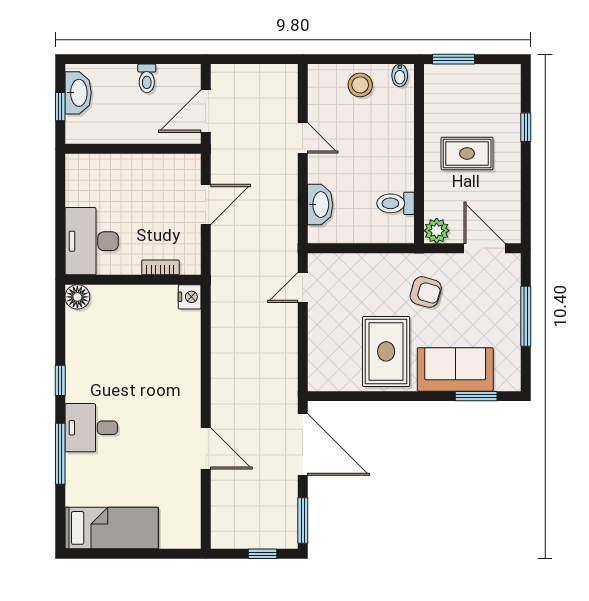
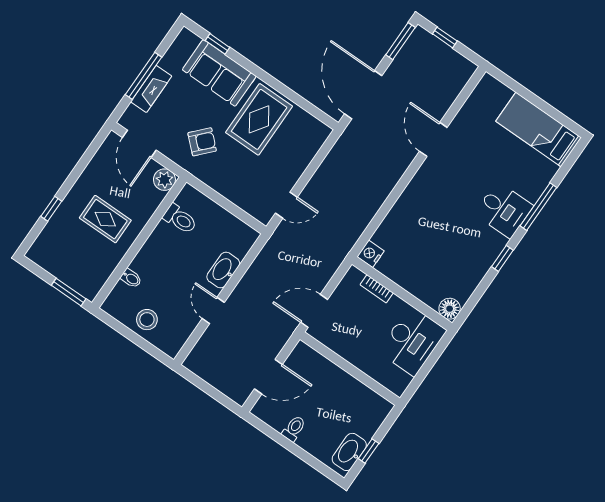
bidet: (400, 75) -> (131, 278), moved, turned 90
wall: (133, 149) -> (350, 369), moved
washbasin: (320, 205) -> (223, 270), moved
armchair: (426, 292) -> (202, 142), turned 117
fireplace: (510, 309) -> (151, 89), added
window: (476, 396) -> (218, 44), width x0.67

